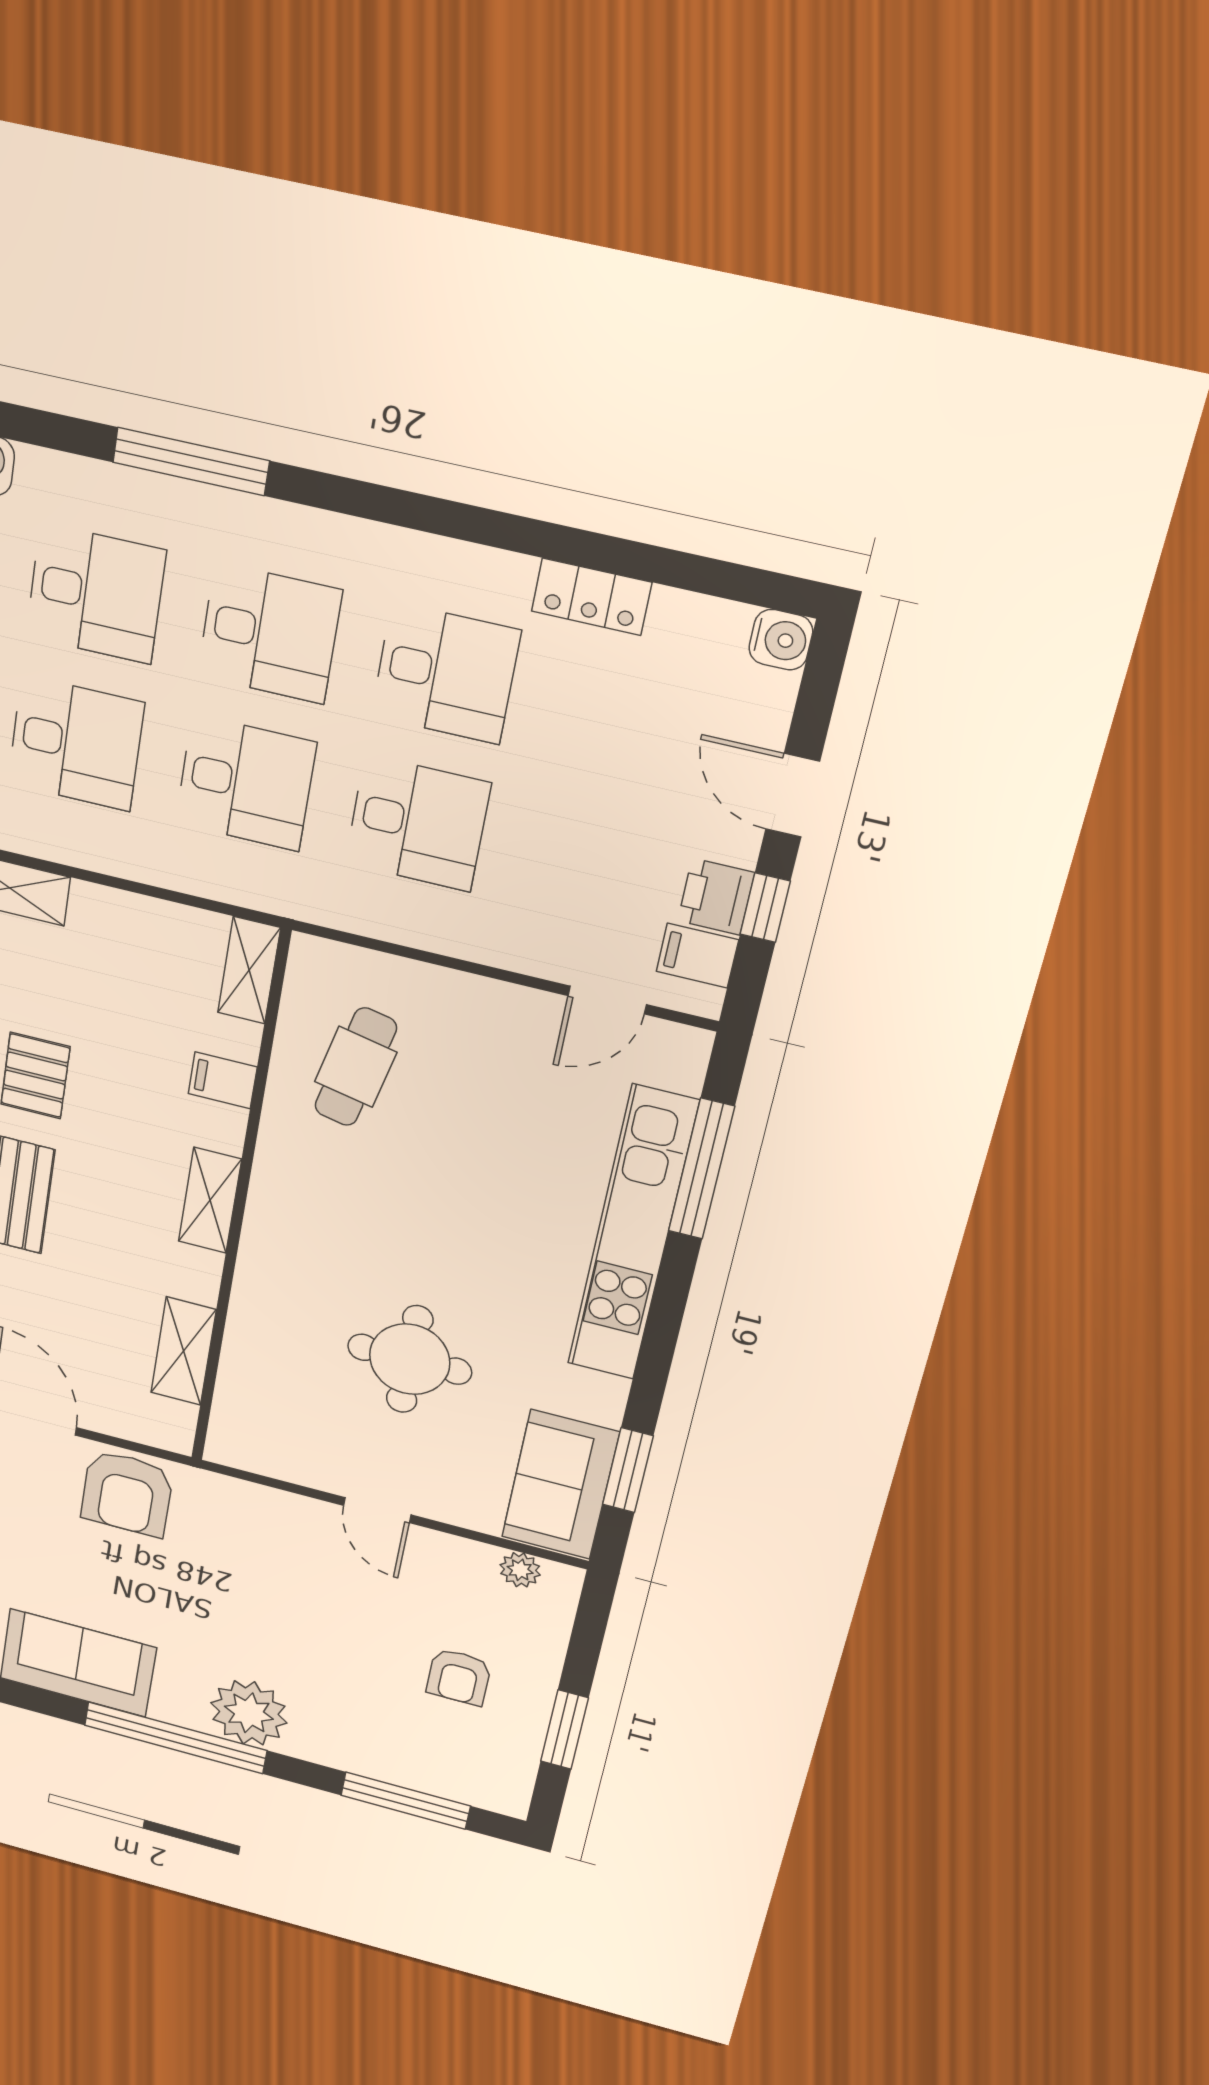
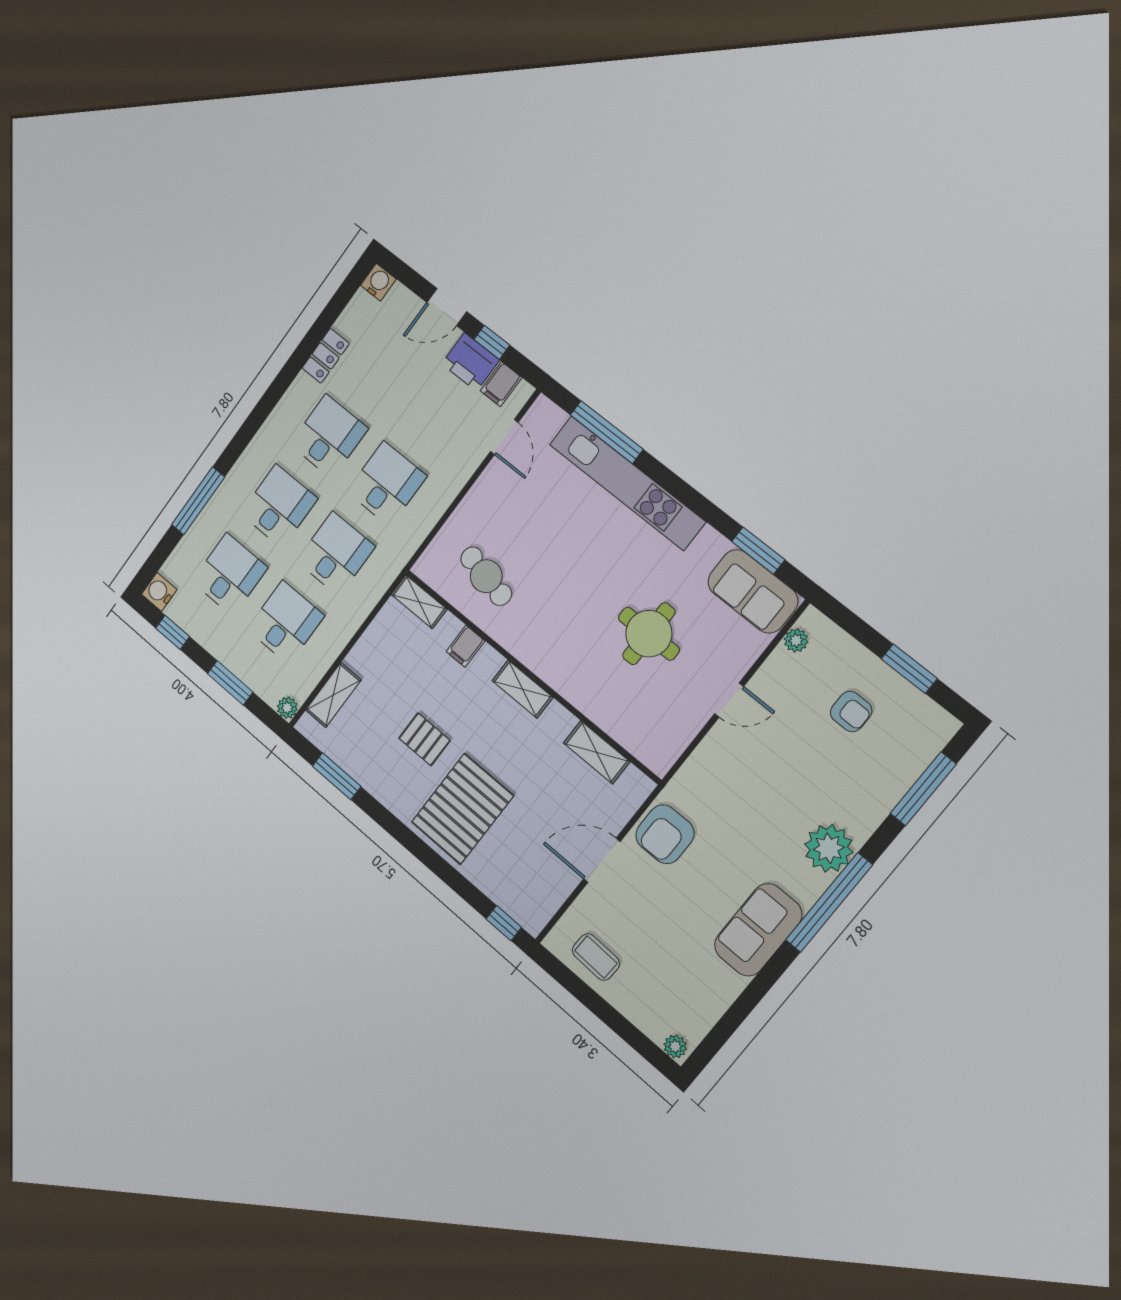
printer: (716, 897) -> (470, 362), width x1.36, depth x1.24
armchair: (127, 1493) -> (665, 834), turned 90

